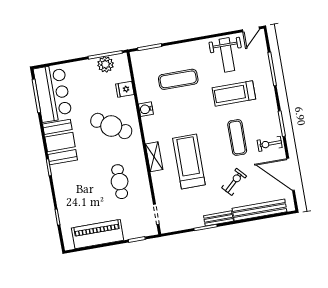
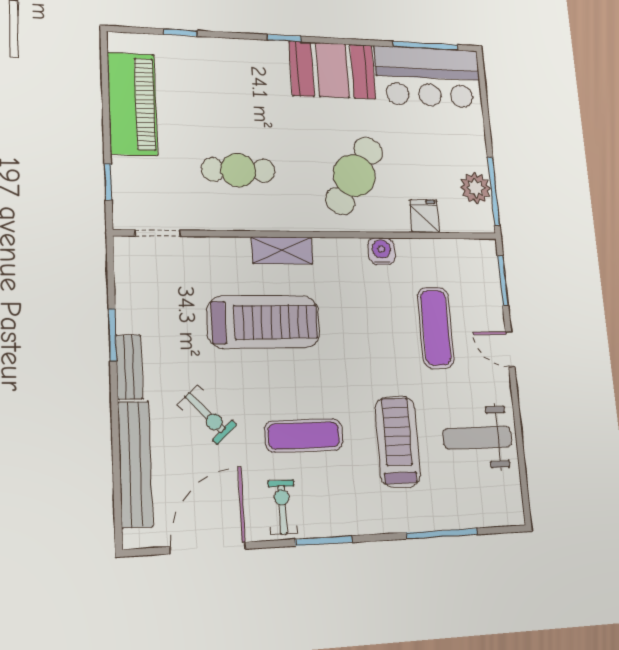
door: (251, 29) -> (510, 349), moved

